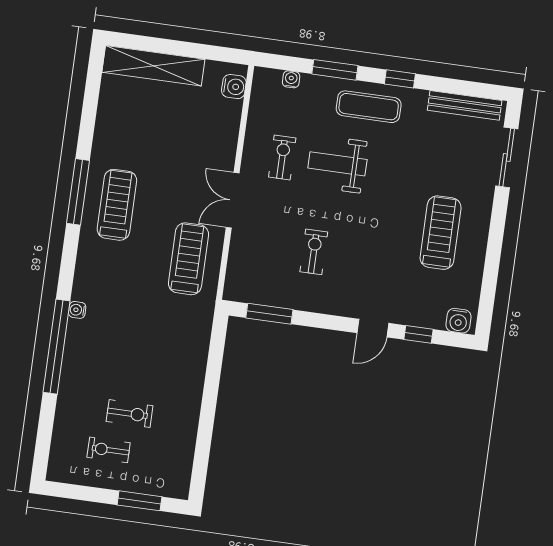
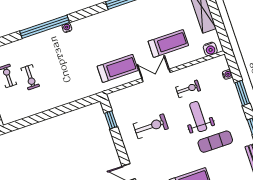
exercise mat: (369, 107) -> (215, 142), moved, turned 90
treadmill: (117, 205) -> (168, 43), moved
exercise bike: (314, 252) -> (151, 126), width x1.38, depth x1.39
window: (269, 314) -> (111, 120), width x0.67

